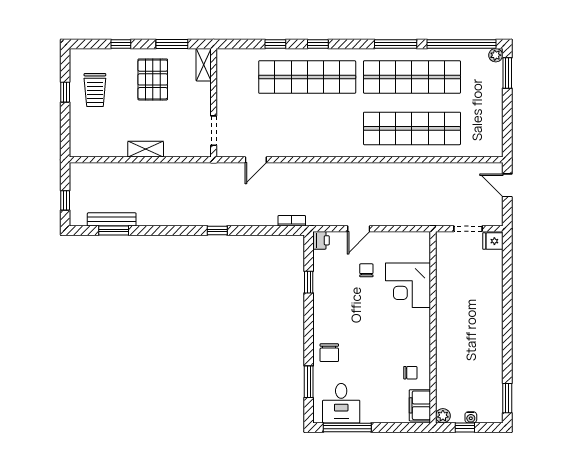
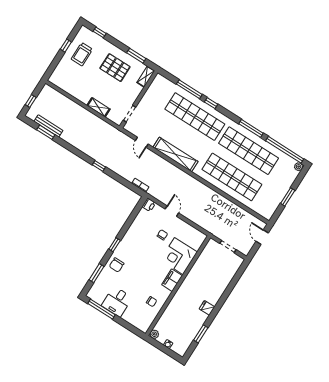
window: (121, 44) -> (100, 32), moved
window: (275, 44) -> (189, 89), width x2.17
window: (507, 73) -> (288, 197), moved
pallet: (153, 79) -> (115, 68), turned 90
shelving: (314, 147) -> (175, 154), added
shelving: (146, 149) -> (98, 107), moved
door: (256, 160) -> (142, 142), hinge flipped
door: (359, 229) -> (172, 211), swing flipped
fridge: (493, 241) -> (207, 308), moved
window: (309, 282) -> (115, 245), moved
window: (507, 398) -> (201, 334), moved
desk: (341, 403) -> (117, 302), moved
filing cabinet: (420, 405) -> (172, 280), moved
window: (465, 427) -> (162, 347), removed

